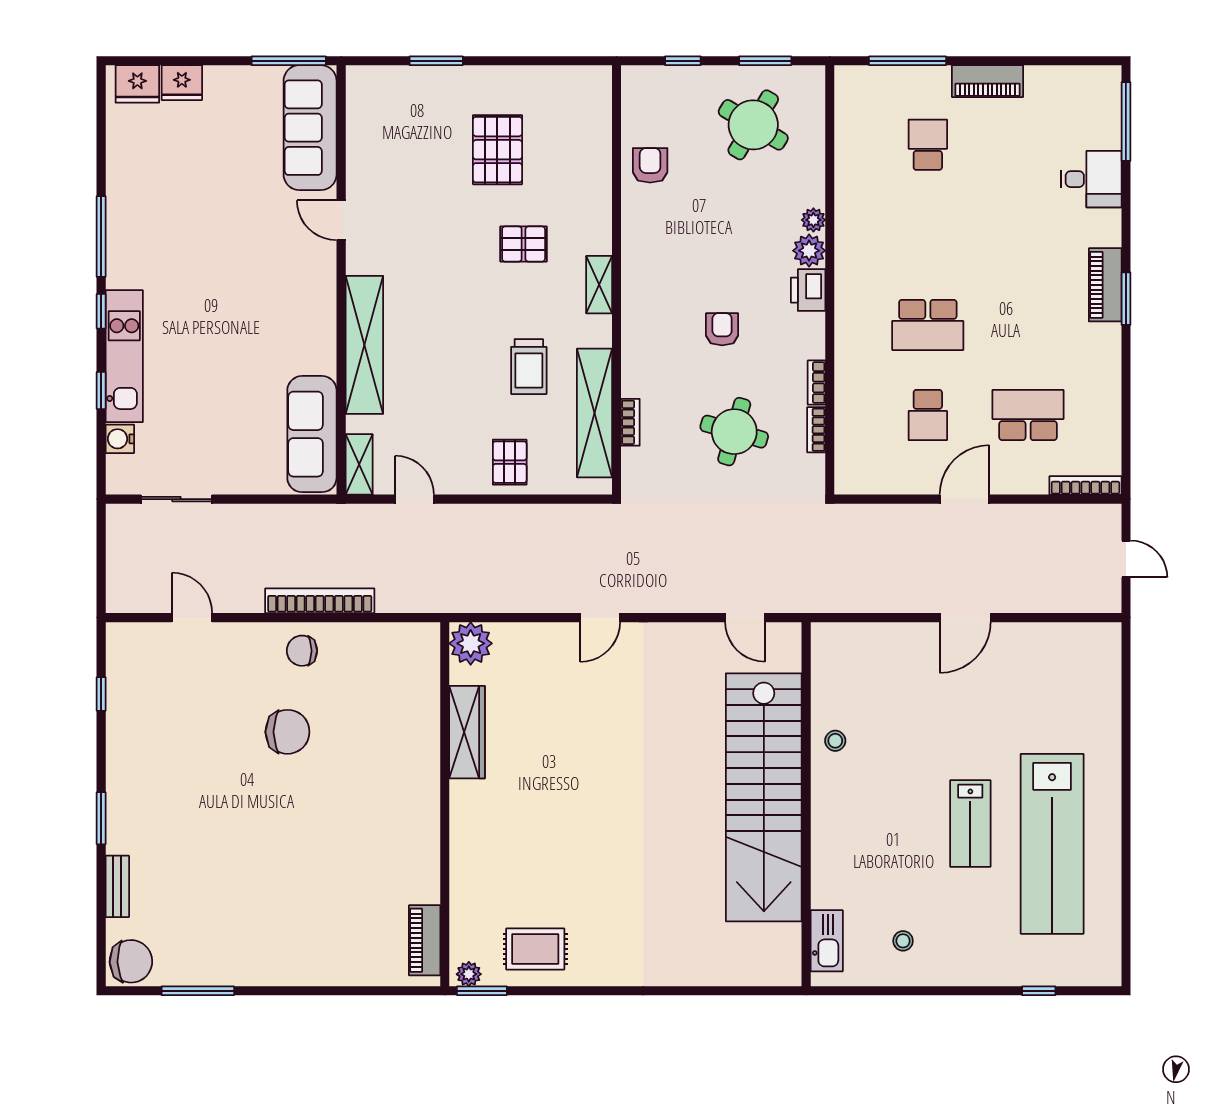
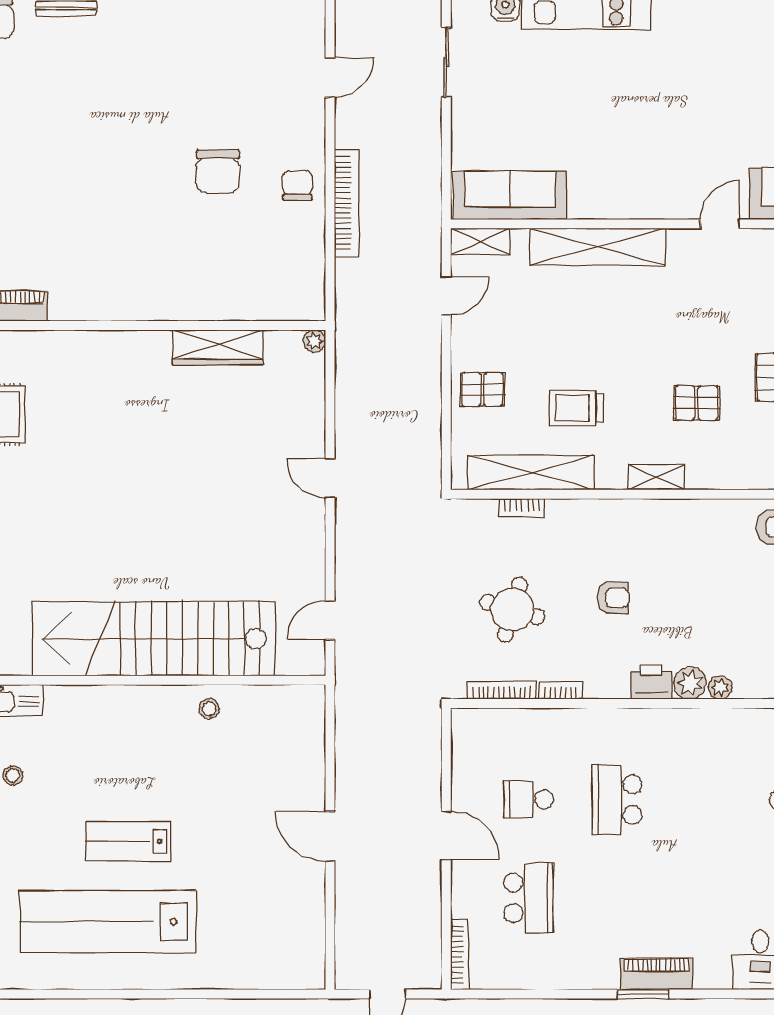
pallet: (524, 244) -> (696, 403), turned 90
bookcase: (816, 430) -> (502, 690), width x1.56
plant: (471, 643) -> (314, 341), width x0.53, depth x0.53

